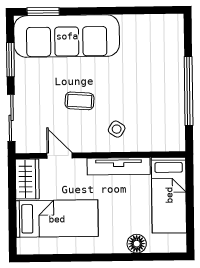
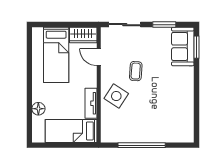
sofa: (67, 36) -> (183, 46), width x0.54, depth x0.79
side table: (117, 129) -> (116, 96), width x1.87, depth x1.87
door: (60, 156) -> (99, 57), swing flipped
tv unit: (119, 166) -> (91, 103), width x0.71

